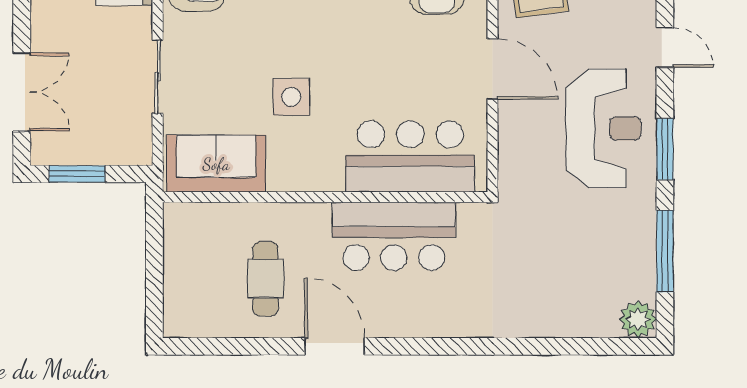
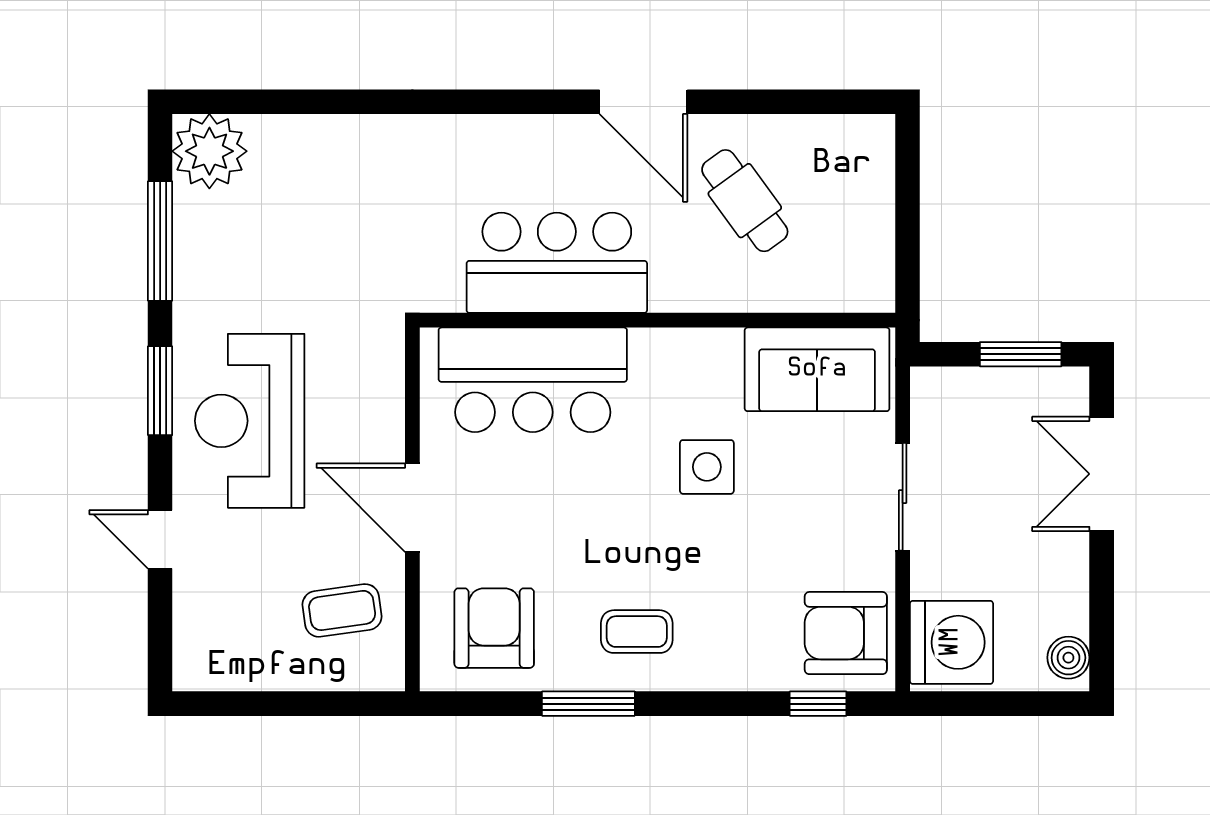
cafe table: (265, 279) -> (745, 201), turned -36
plant: (638, 319) -> (209, 151), width x1.36, depth x1.36

